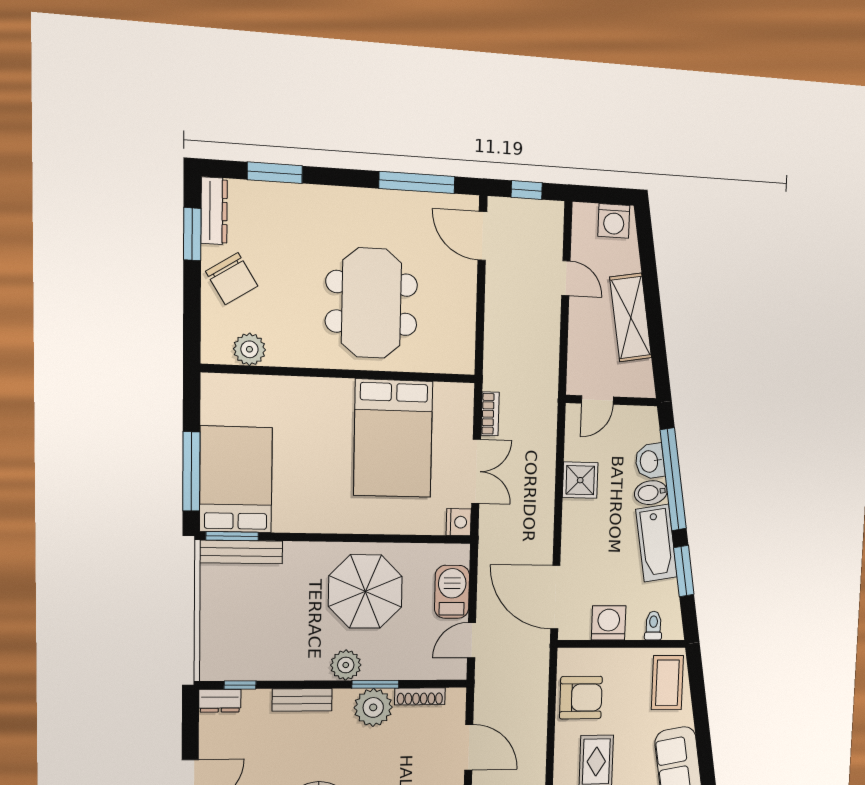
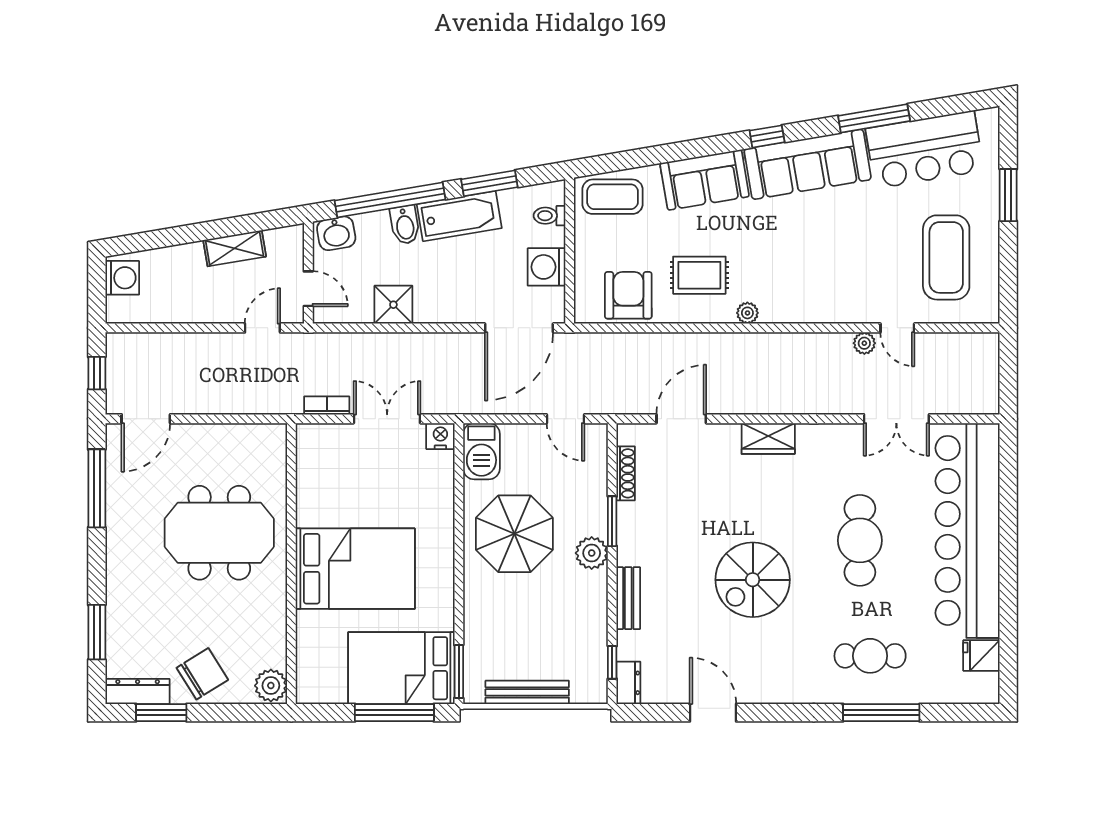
door: (566, 278) -> (262, 328), moved
shelving: (631, 318) -> (235, 248), width x0.67, depth x0.75
plant: (249, 349) -> (271, 686), moved
bed: (393, 438) -> (355, 569), moved
washbasin: (650, 461) -> (336, 233), moved
bench: (241, 552) -> (527, 692), moved, turned 90
barbecue: (452, 592) -> (481, 451), moved, turned -90
plant: (373, 707) -> (637, 523), removed

